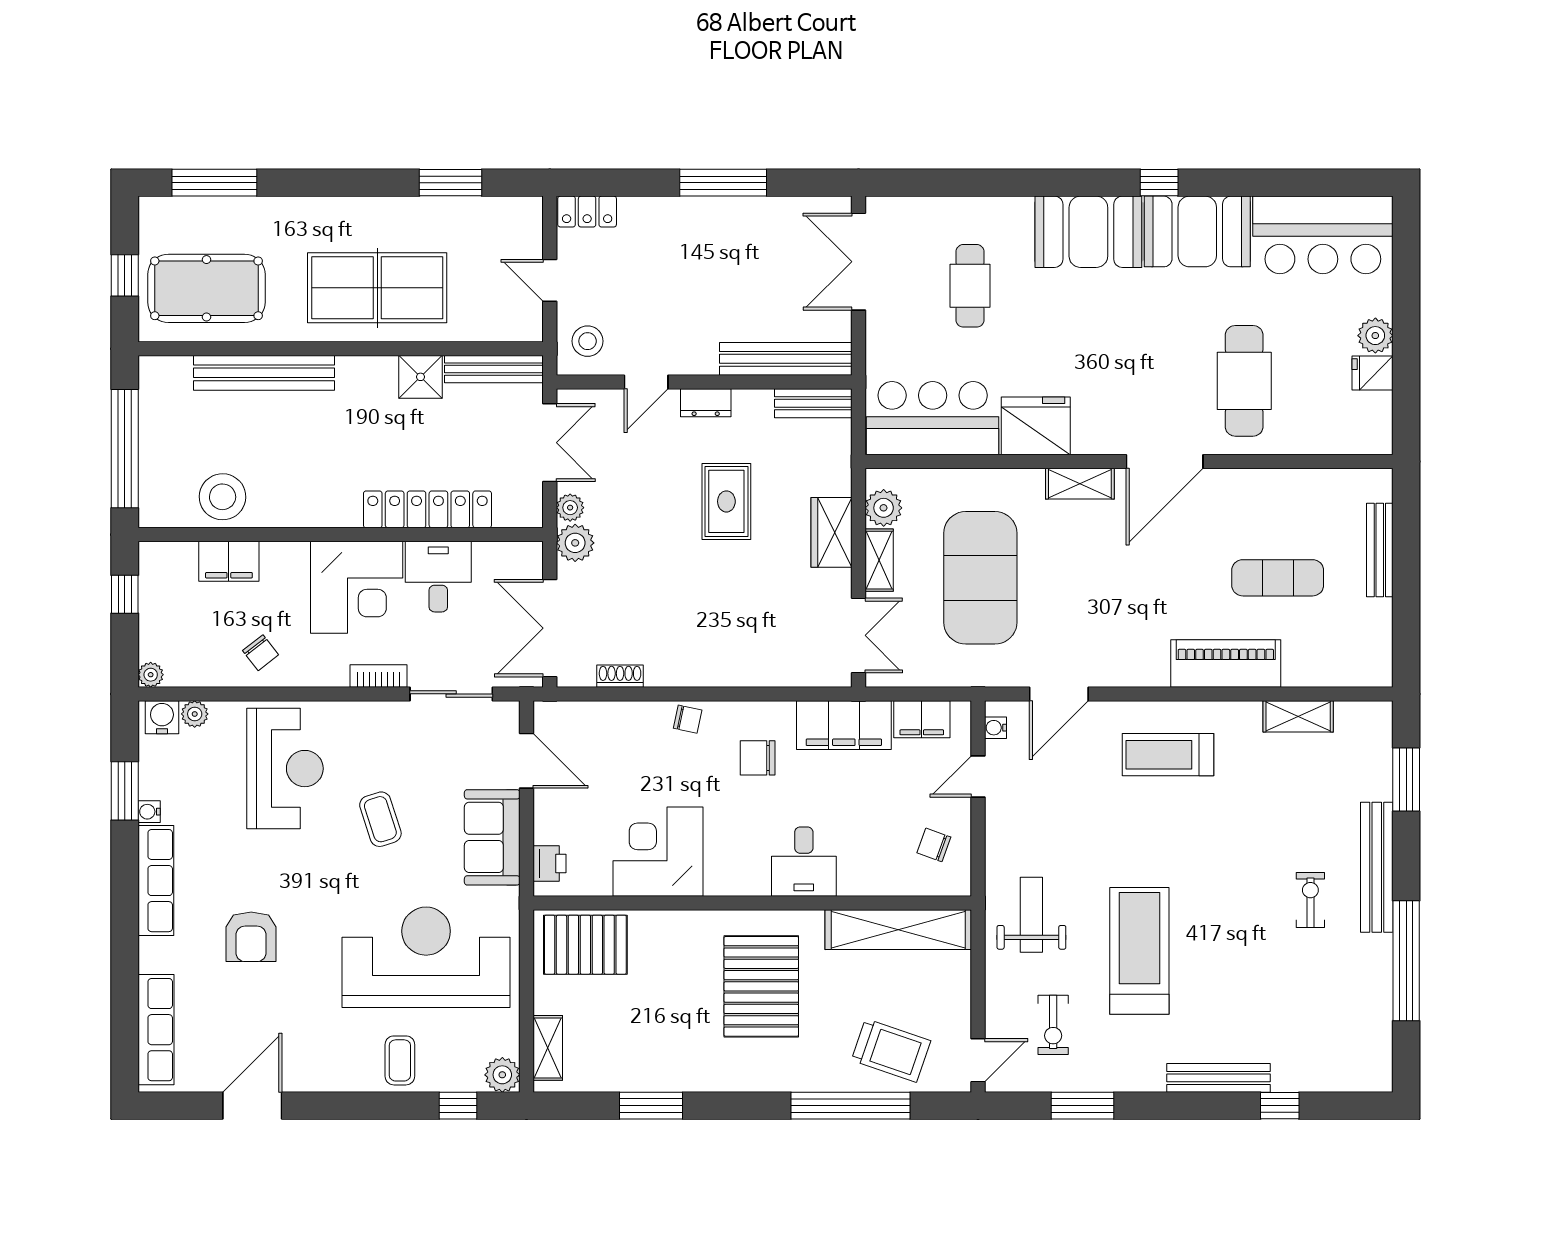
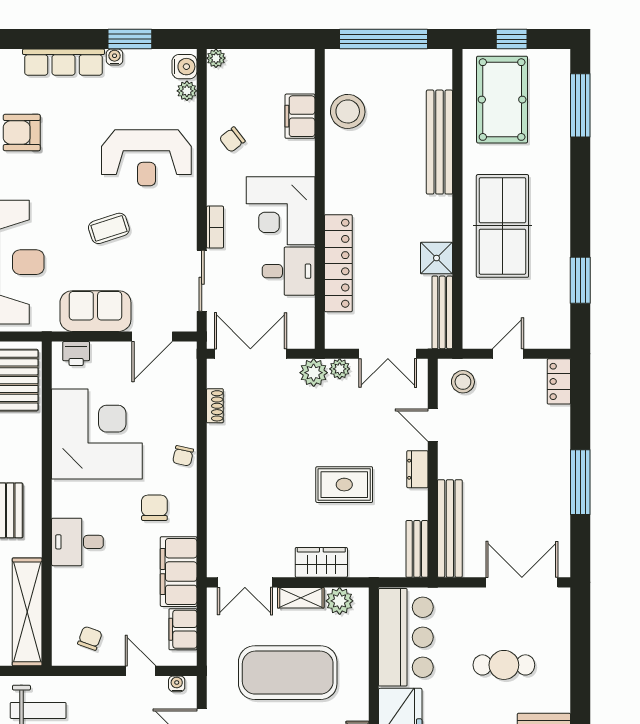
window: (125, 594) -> (275, 39), removed
corner desk: (658, 852) -> (97, 434), width x1.36, depth x1.36

